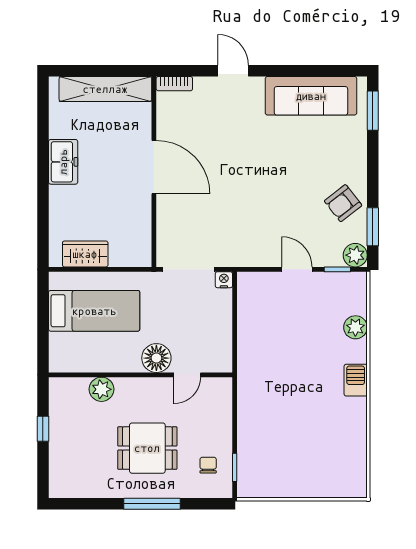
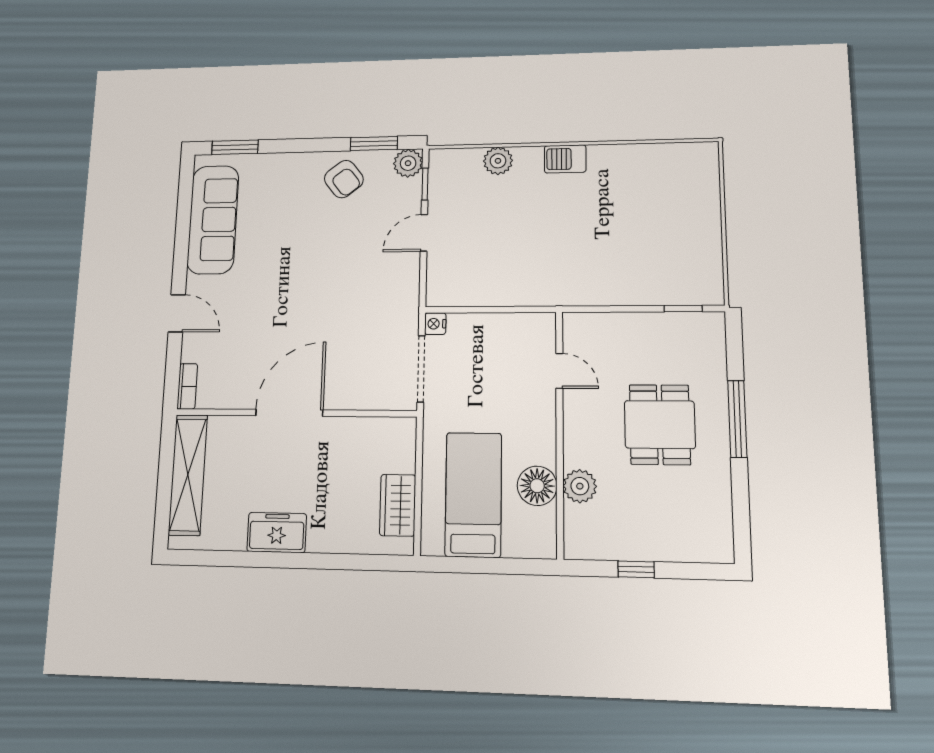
door: (233, 71) -> (177, 313), swing flipped
floor lamp: (156, 358) -> (537, 486), moved
chair: (208, 465) -> (681, 343), removed

